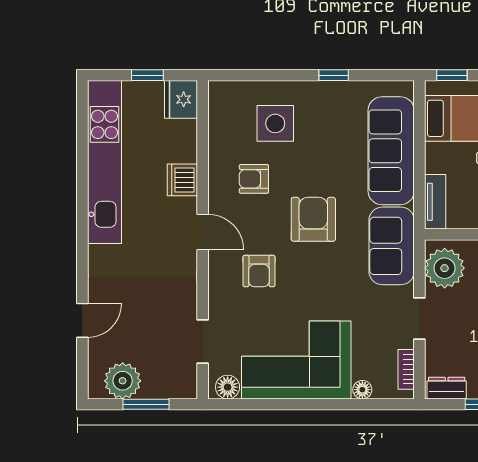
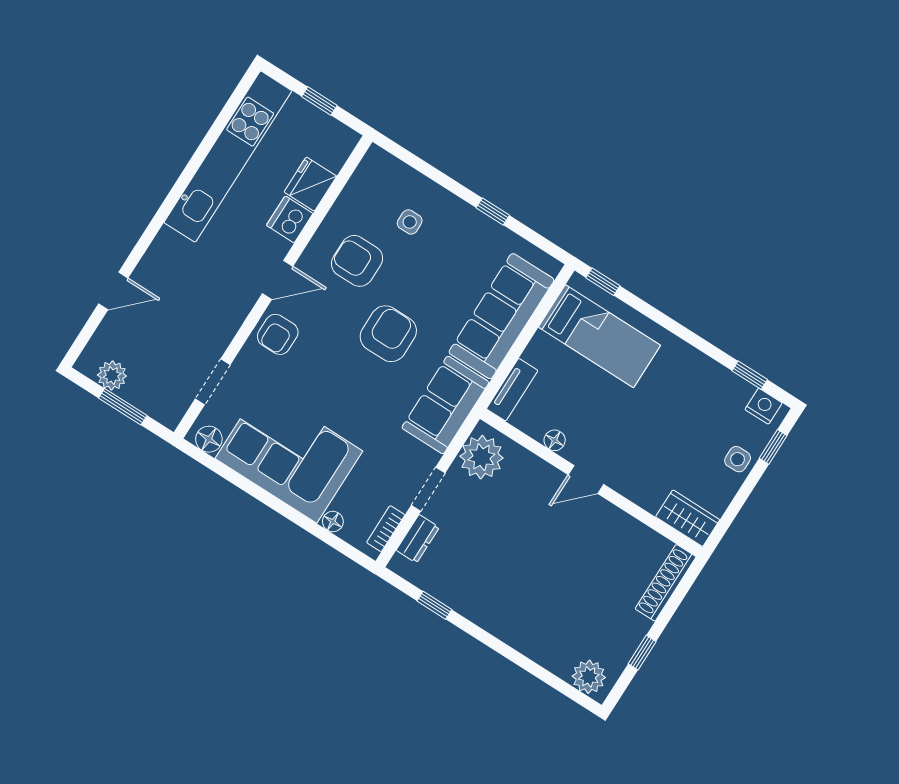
fridge: (181, 99) -> (310, 184), moved
side table: (275, 123) -> (410, 222), width x0.54, depth x0.54
armchair: (254, 179) -> (357, 261), width x1.38, depth x1.38
door: (203, 232) -> (278, 280), hinge flipped
armchair: (259, 271) -> (278, 334), moved
plant: (123, 381) -> (112, 375), width x0.73, depth x0.73
dresser: (447, 388) -> (418, 539), moved, turned 90

